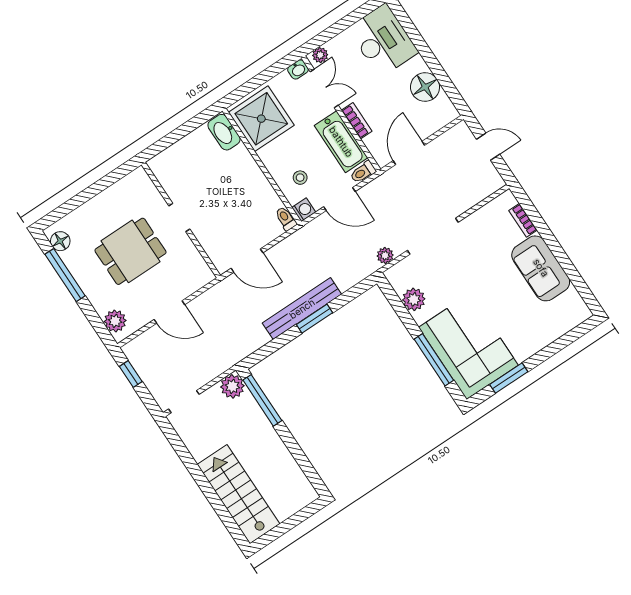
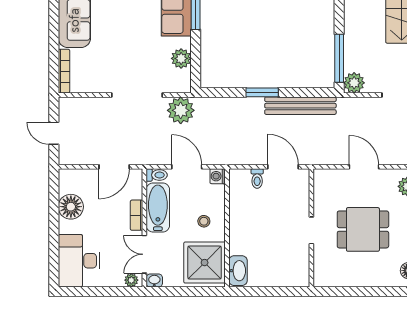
stool: (300, 178) -> (204, 221), moved
toilet: (286, 219) -> (257, 178), moved
bookcase: (523, 220) -> (64, 71), width x1.56
plant: (385, 256) -> (181, 110), width x1.88, depth x1.88
bench: (302, 309) -> (300, 106), moved

